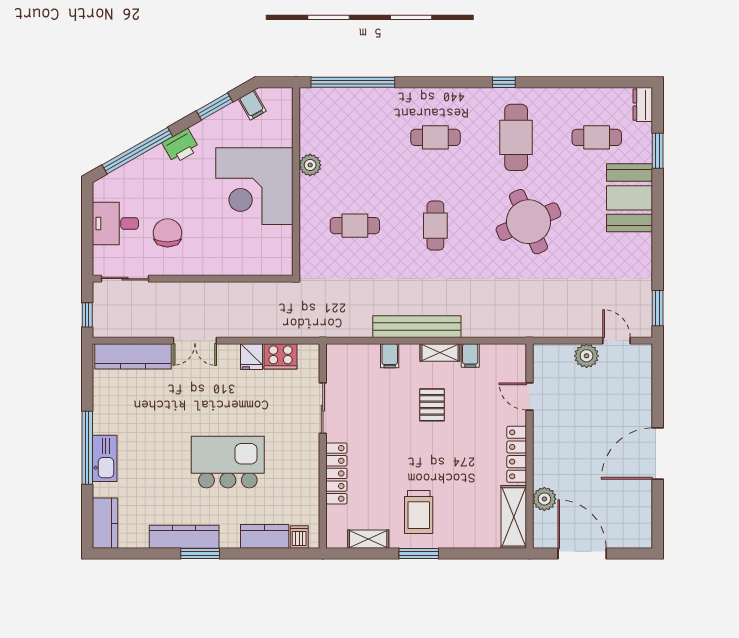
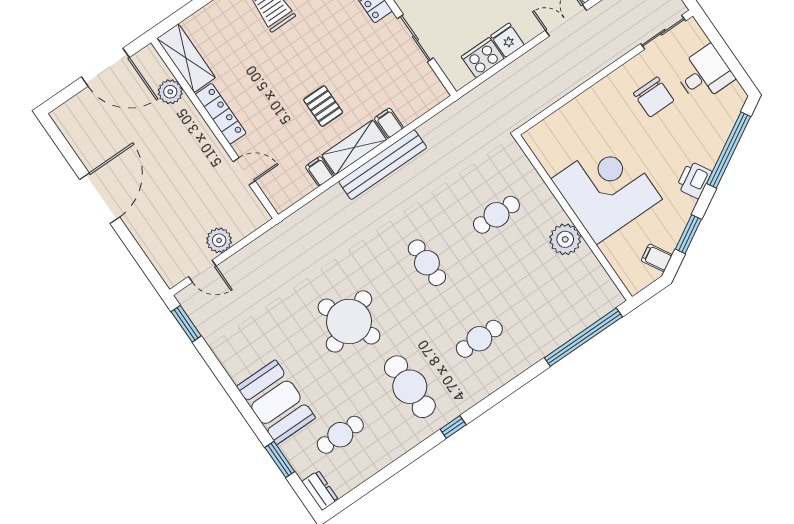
plant: (310, 165) -> (565, 239), width x1.36, depth x1.36
shelving: (440, 353) -> (354, 147), width x1.50, depth x1.33

